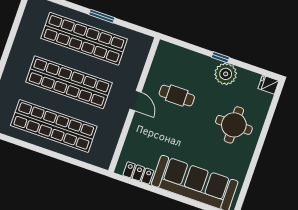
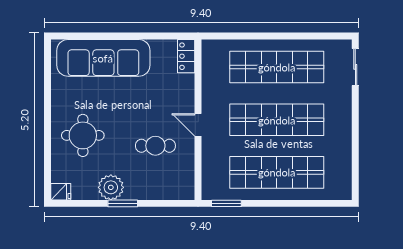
window: (102, 16) -> (226, 203), moved
window: (220, 57) -> (123, 203), width x1.50
locker: (138, 173) -> (186, 56), moved, turned 90

